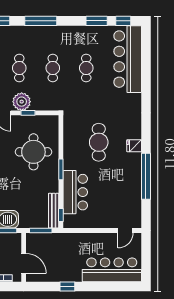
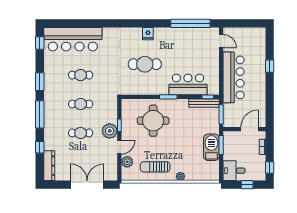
window: (97, 21) -> (40, 82), moved
window: (146, 176) -> (190, 23), moved
bar counter: (112, 270) -> (234, 77), moved, turned 180
window: (67, 286) -> (270, 66), moved

